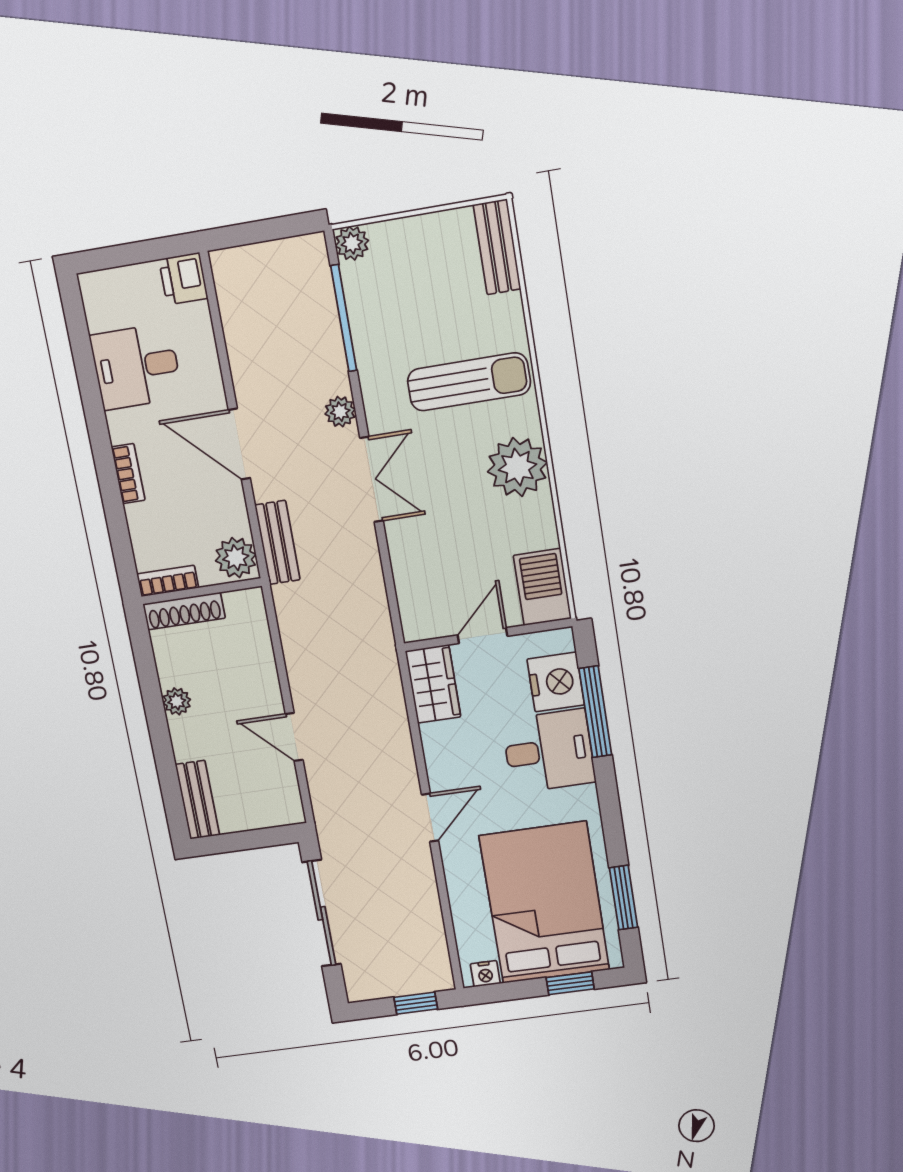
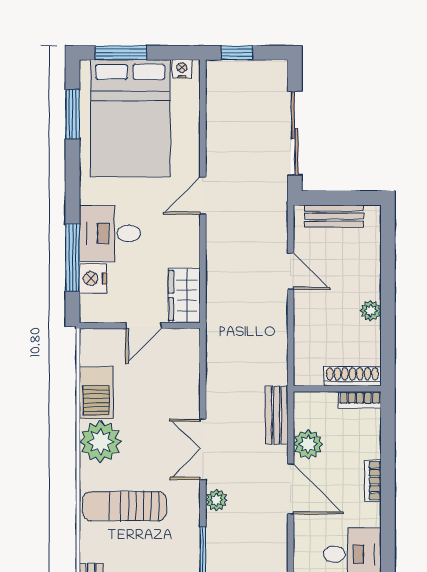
plant: (236, 558) -> (308, 444), moved
barbecue: (542, 587) -> (96, 393), moved
nightstand: (556, 682) -> (93, 278), width x0.74, depth x0.75
bench: (198, 800) -> (334, 216), moved, turned 90
window: (570, 983) -> (121, 53), width x1.50

